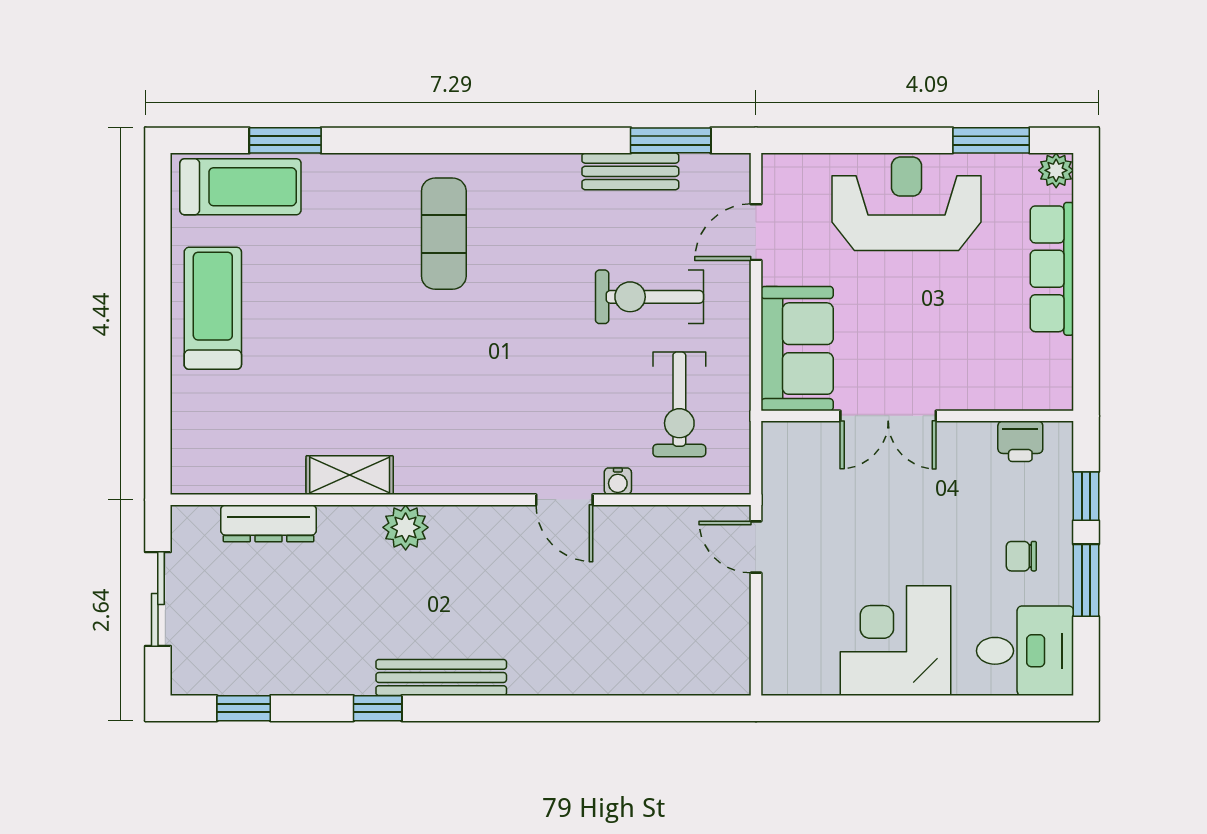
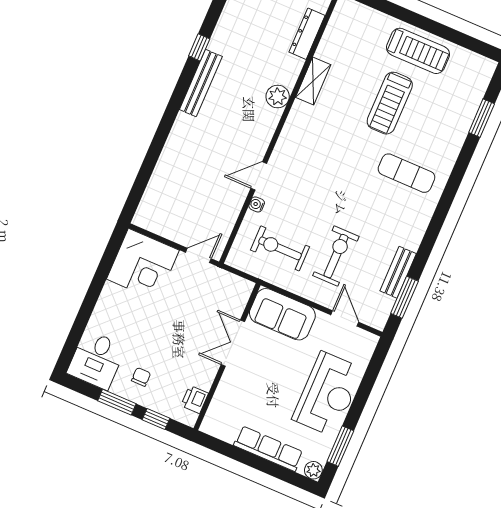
treadmill: (240, 187) -> (390, 103), moved
corner desk: (896, 641) -> (143, 265), moved, turned 90

